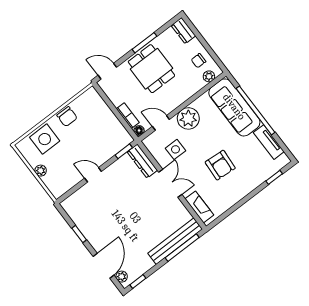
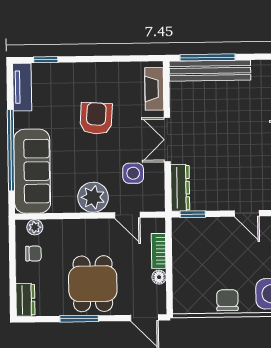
floor lamp: (139, 131) -> (159, 277), moved
tv unit: (269, 142) -> (22, 87), moved

